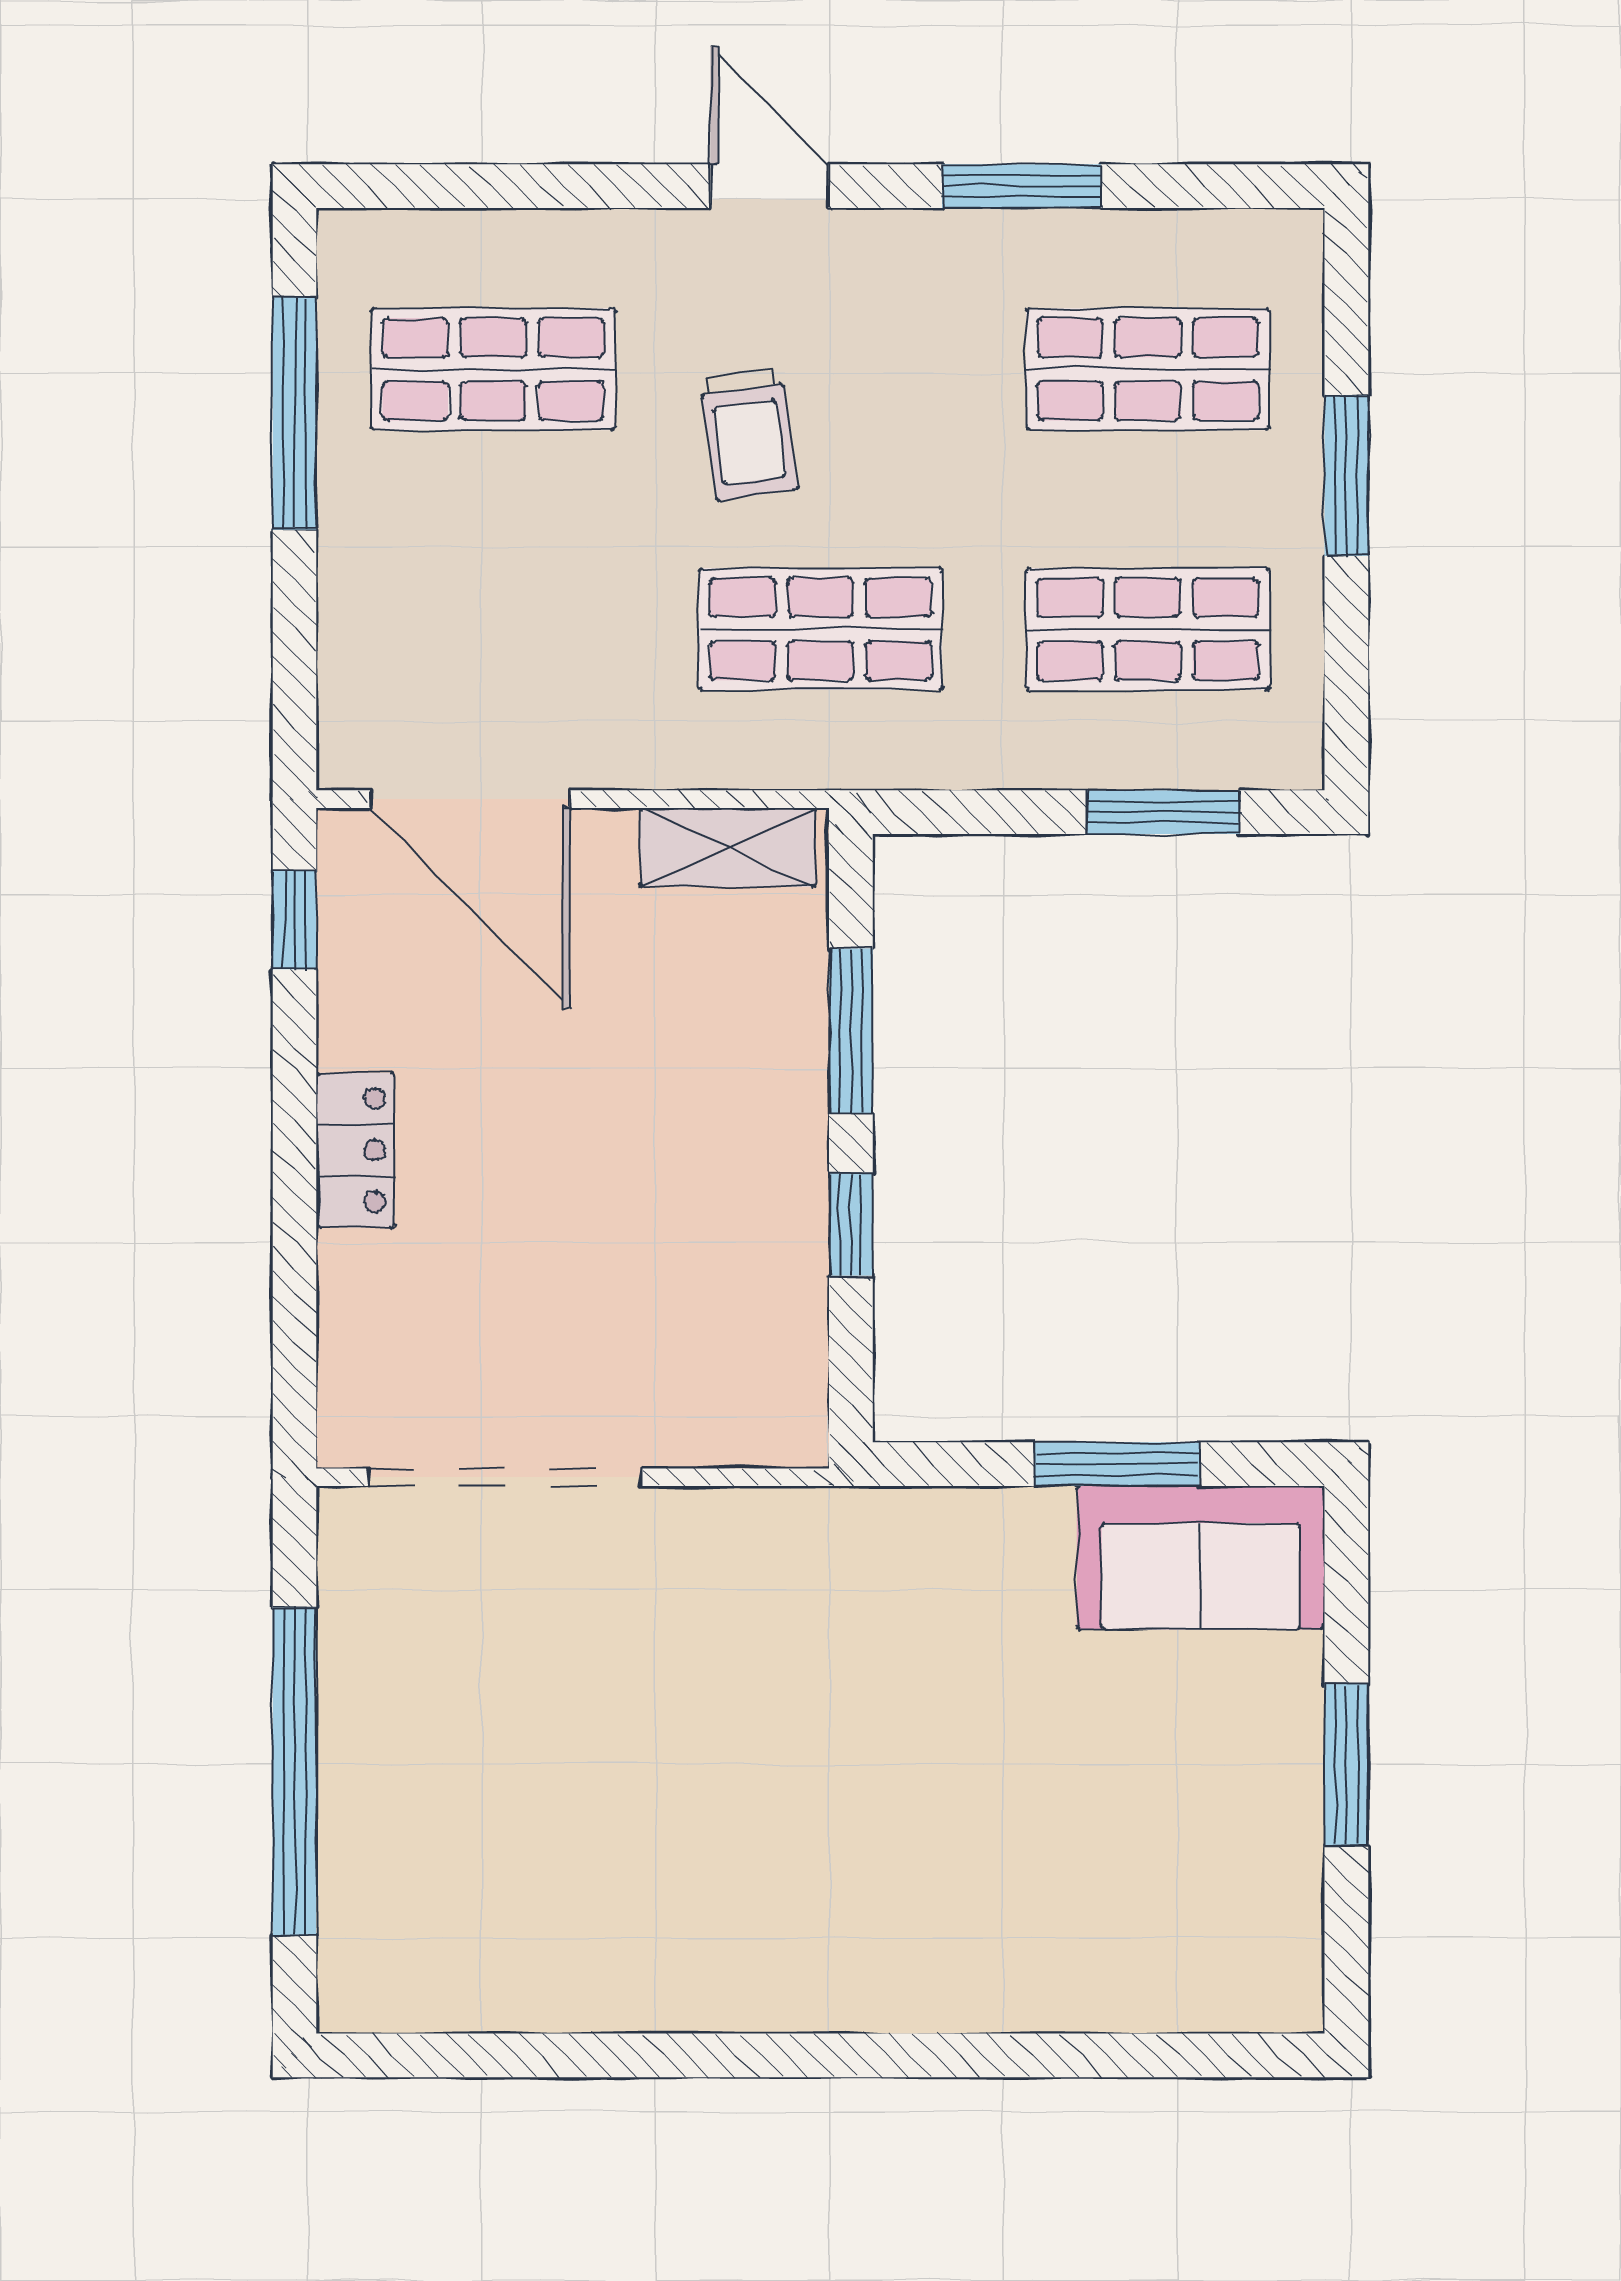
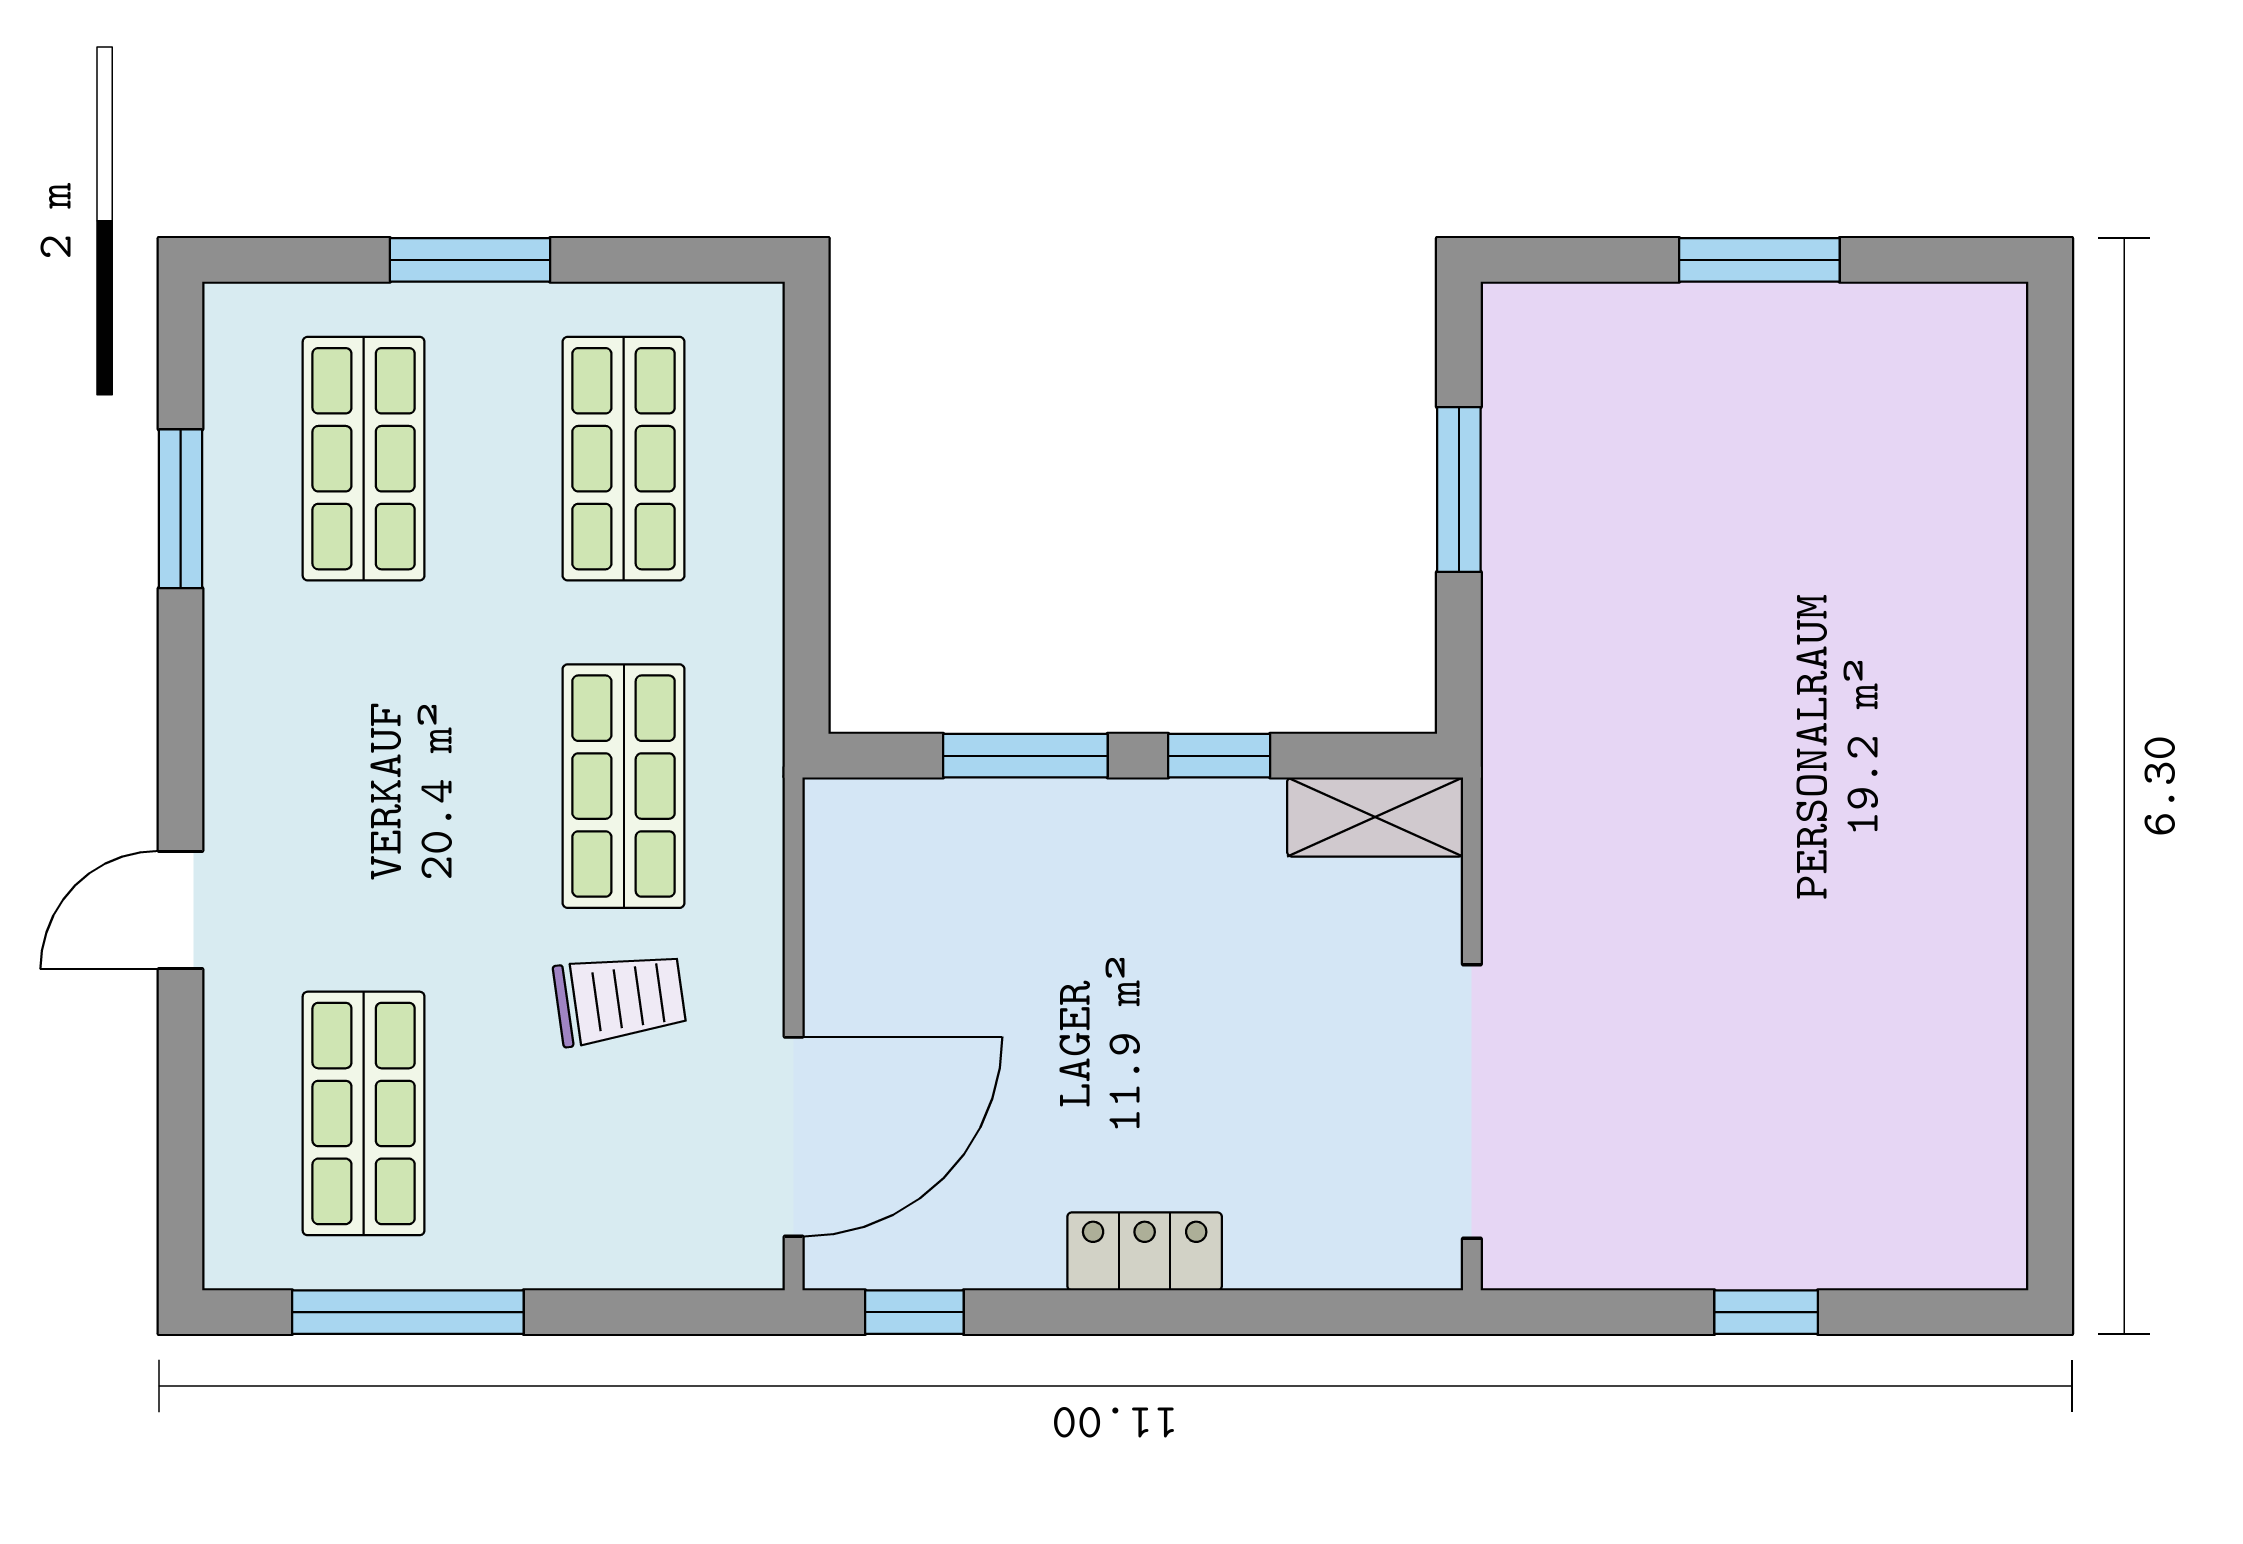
door: (770, 186) -> (181, 910), moved
window: (1022, 186) -> (181, 509), moved
trolley: (748, 434) -> (620, 998), moved
window: (1163, 812) -> (807, 443), removed
shelving: (728, 847) -> (1375, 817), moved, turned 90
sofa: (1201, 1558) -> (1552, 406), removed
window: (295, 1771) -> (1766, 1312), width x0.32

